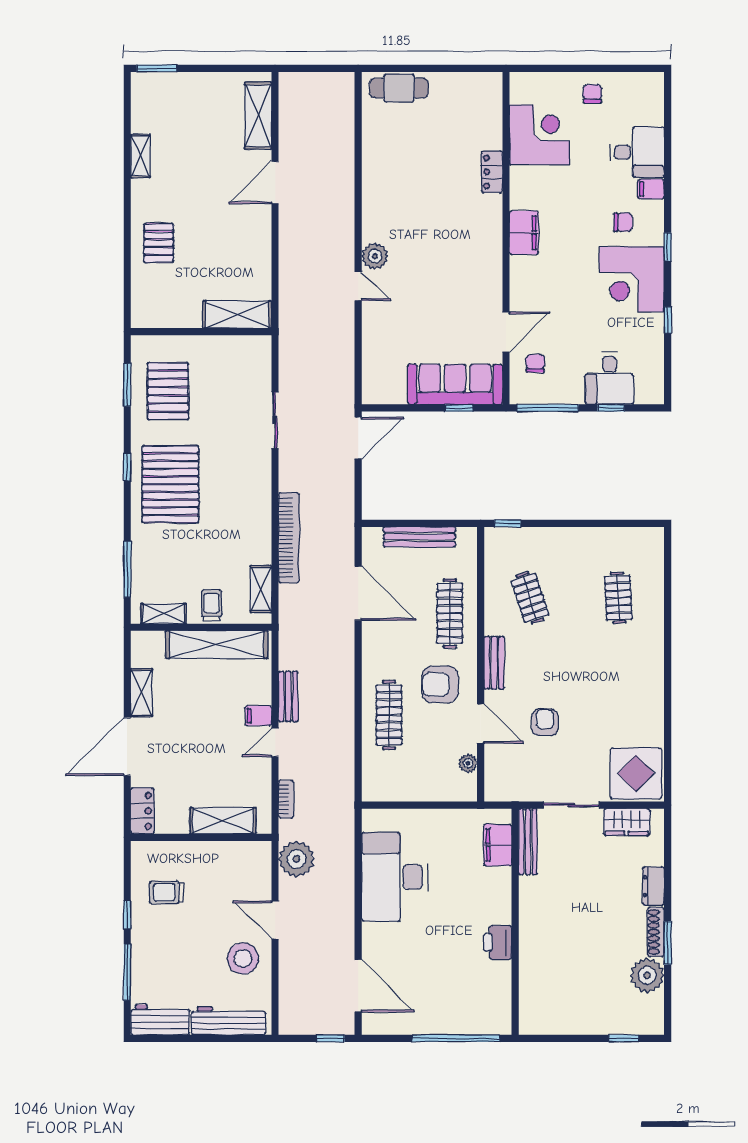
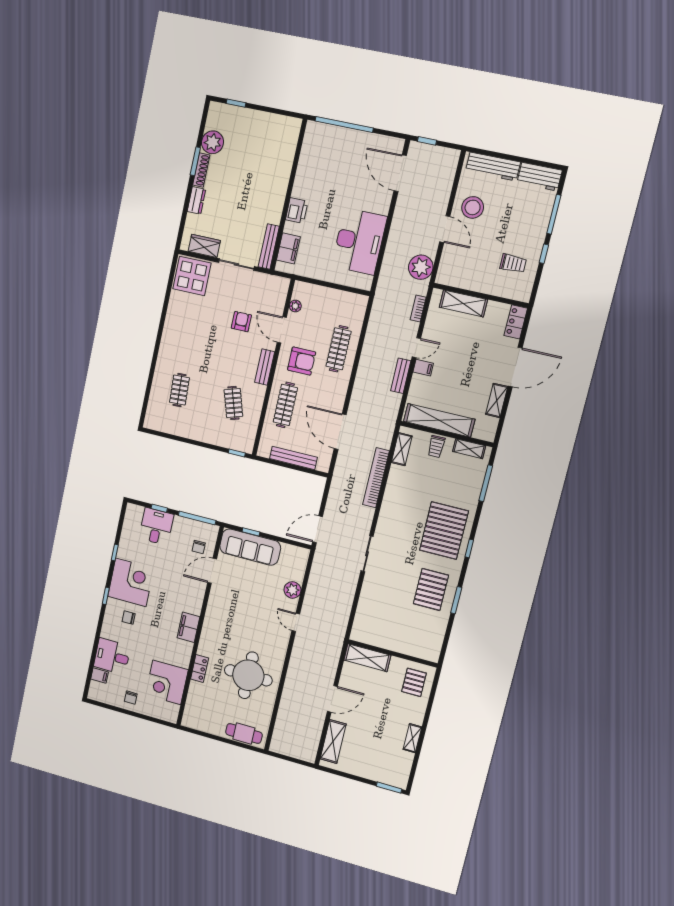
round table: (413, 183) -> (248, 675), added
filing cabinet: (651, 189) -> (100, 675), moved
plant: (375, 256) -> (292, 590), moved
shelving: (237, 314) -> (367, 658), moved
wall: (201, 332) -> (393, 653), moved
armchair: (545, 722) -> (241, 322), turned 180
printer: (498, 942) -> (297, 210), moved

